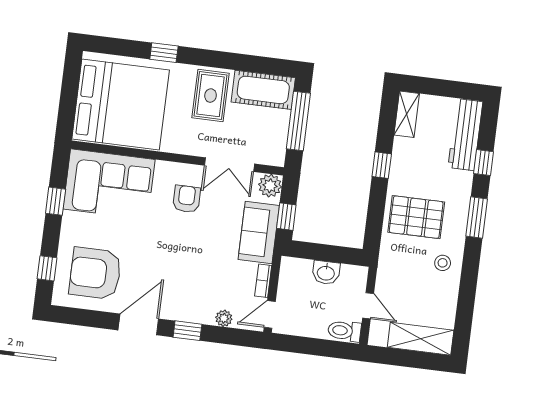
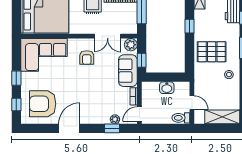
armchair: (187, 199) -> (87, 58), turned 180
window: (56, 201) -> (16, 78), moved
window: (187, 331) -> (112, 128), moved

